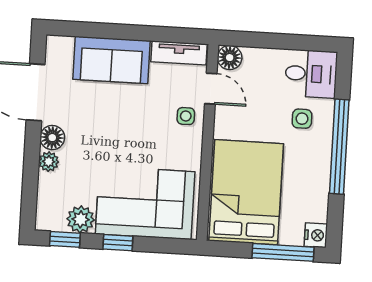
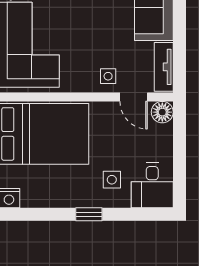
door: (211, 89) -> (134, 97), hinge flipped
window: (339, 147) -> (89, 214), width x0.32

